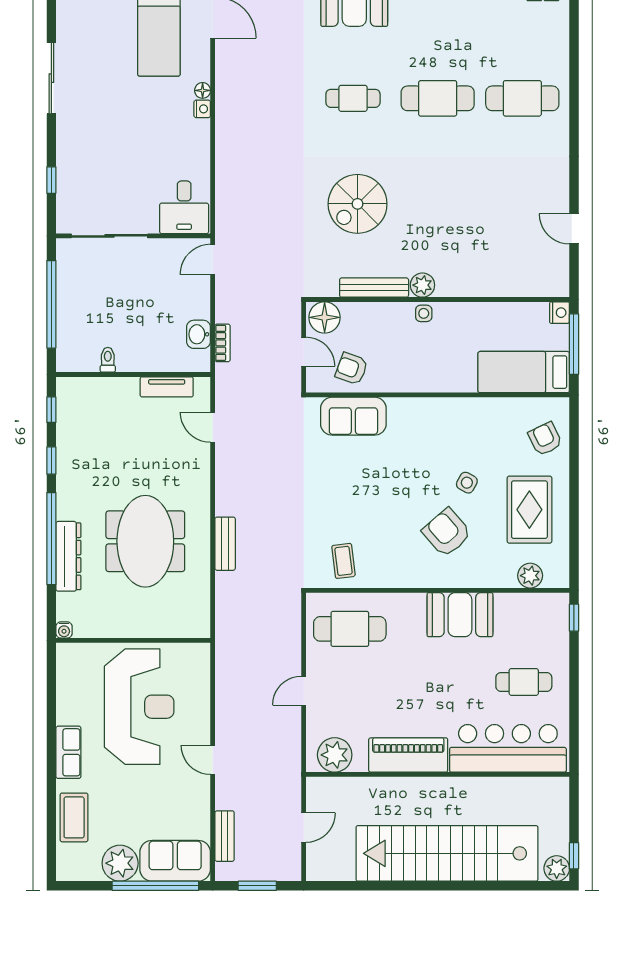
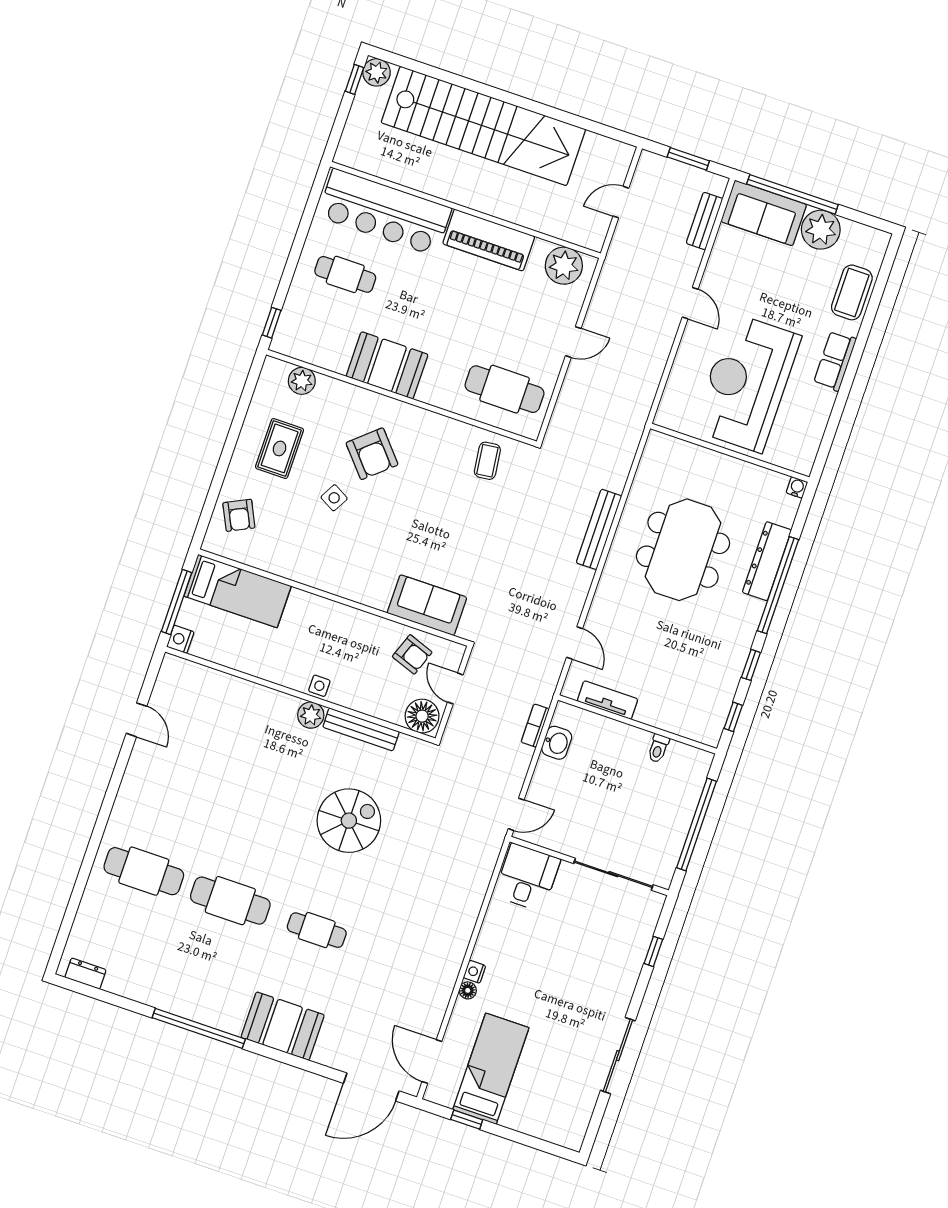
rug: (529, 510) -> (280, 448), width x0.73, depth x0.70
bench: (225, 544) -> (599, 529), width x1.36

